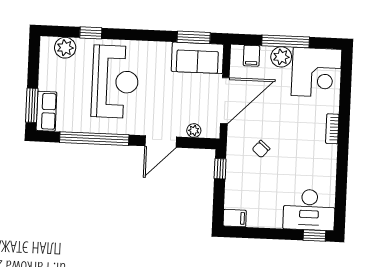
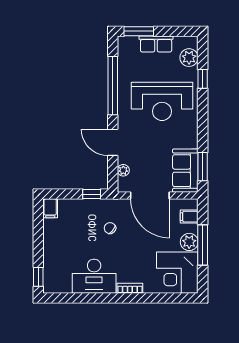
row of seats: (46, 111) -> (156, 44), moved
desk: (309, 210) -> (94, 276), moved, turned -90

